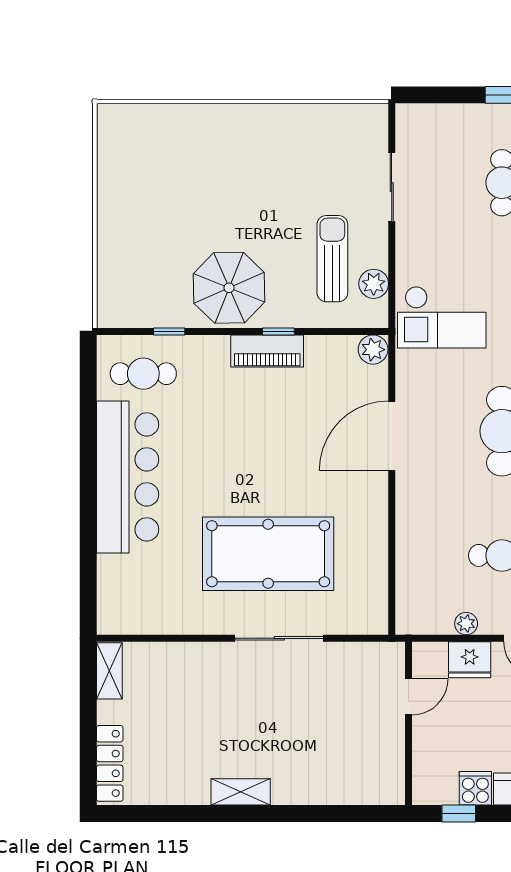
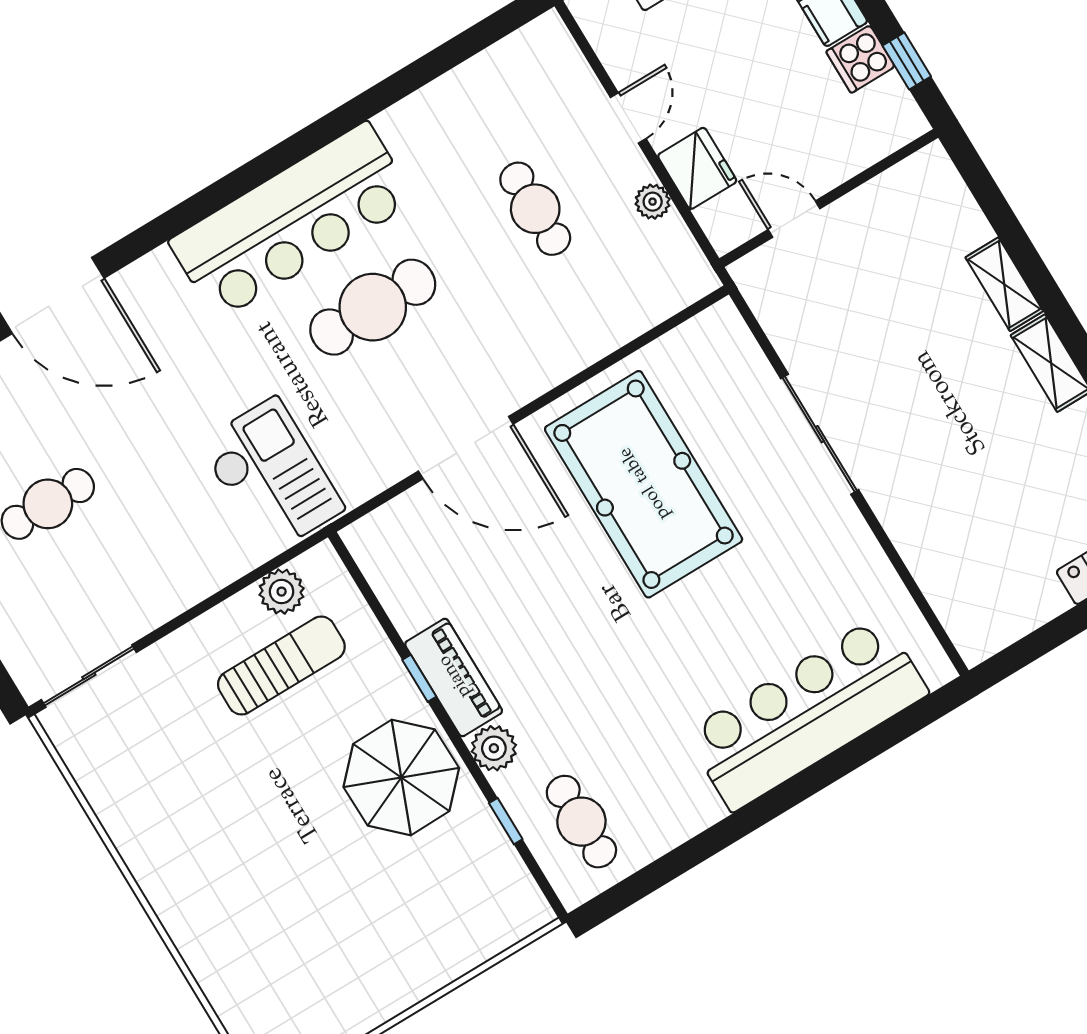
sliding door: (392, 187) -> (89, 676), moved
sun lounger: (332, 259) -> (281, 665), turned 180
plant: (373, 350) -> (494, 748), moved
bar counter: (128, 477) -> (807, 713), moved
pool table: (268, 554) -> (644, 484), moved
shelving: (109, 671) -> (1004, 284), moved, turned 90

